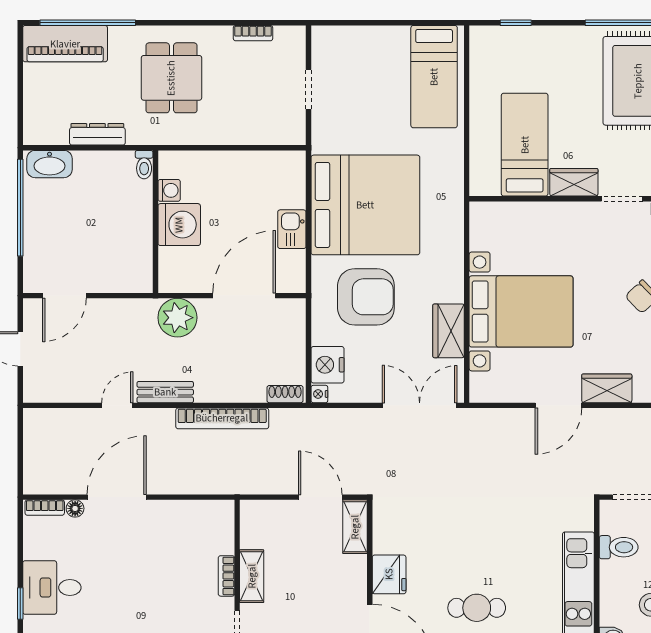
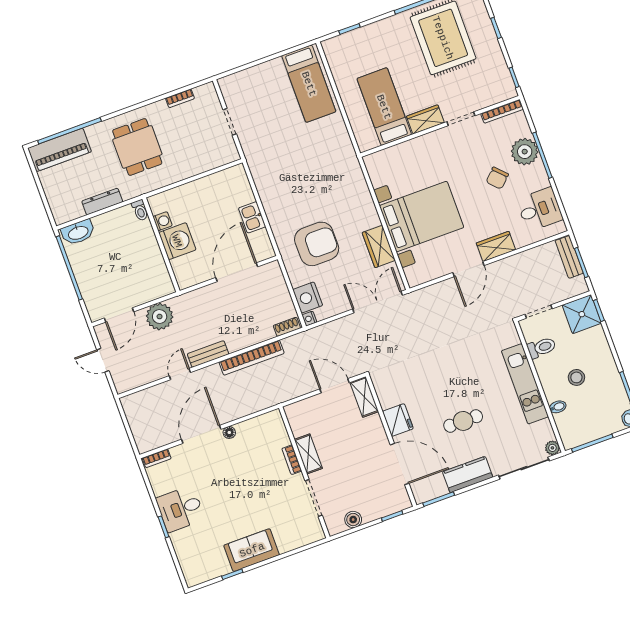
bed: (365, 205) -> (294, 184), removed
plant: (177, 318) -> (160, 317), moved
floor lamp: (75, 508) -> (229, 433), moved

